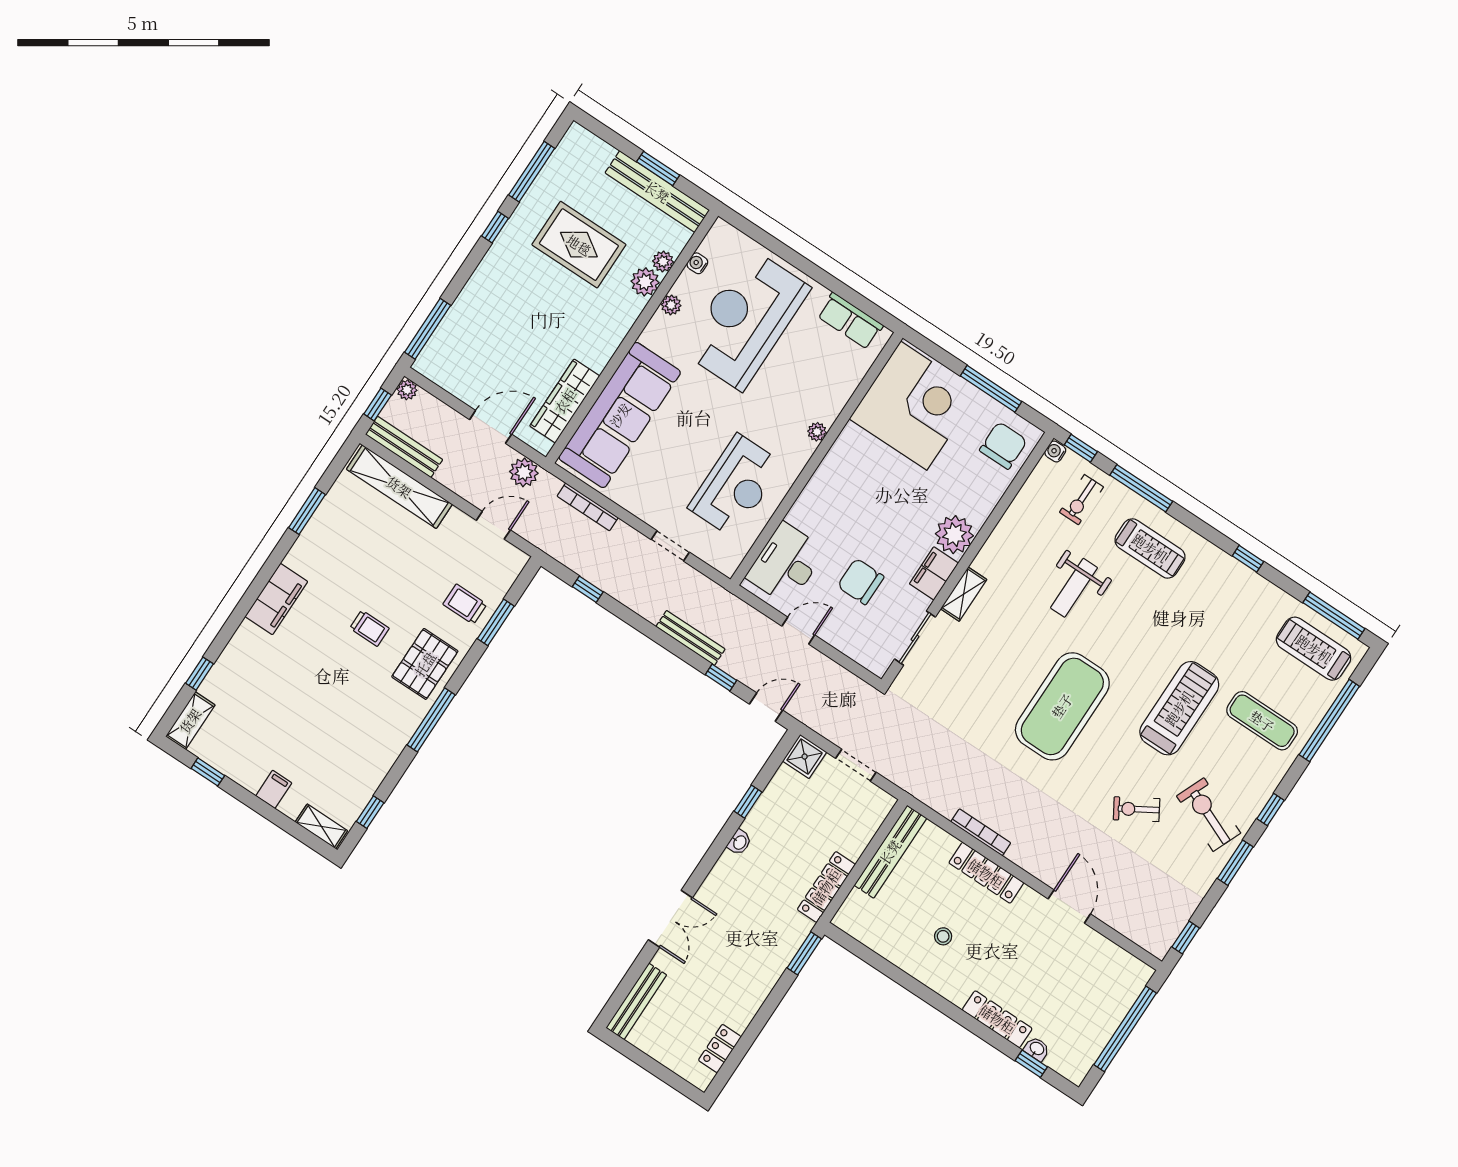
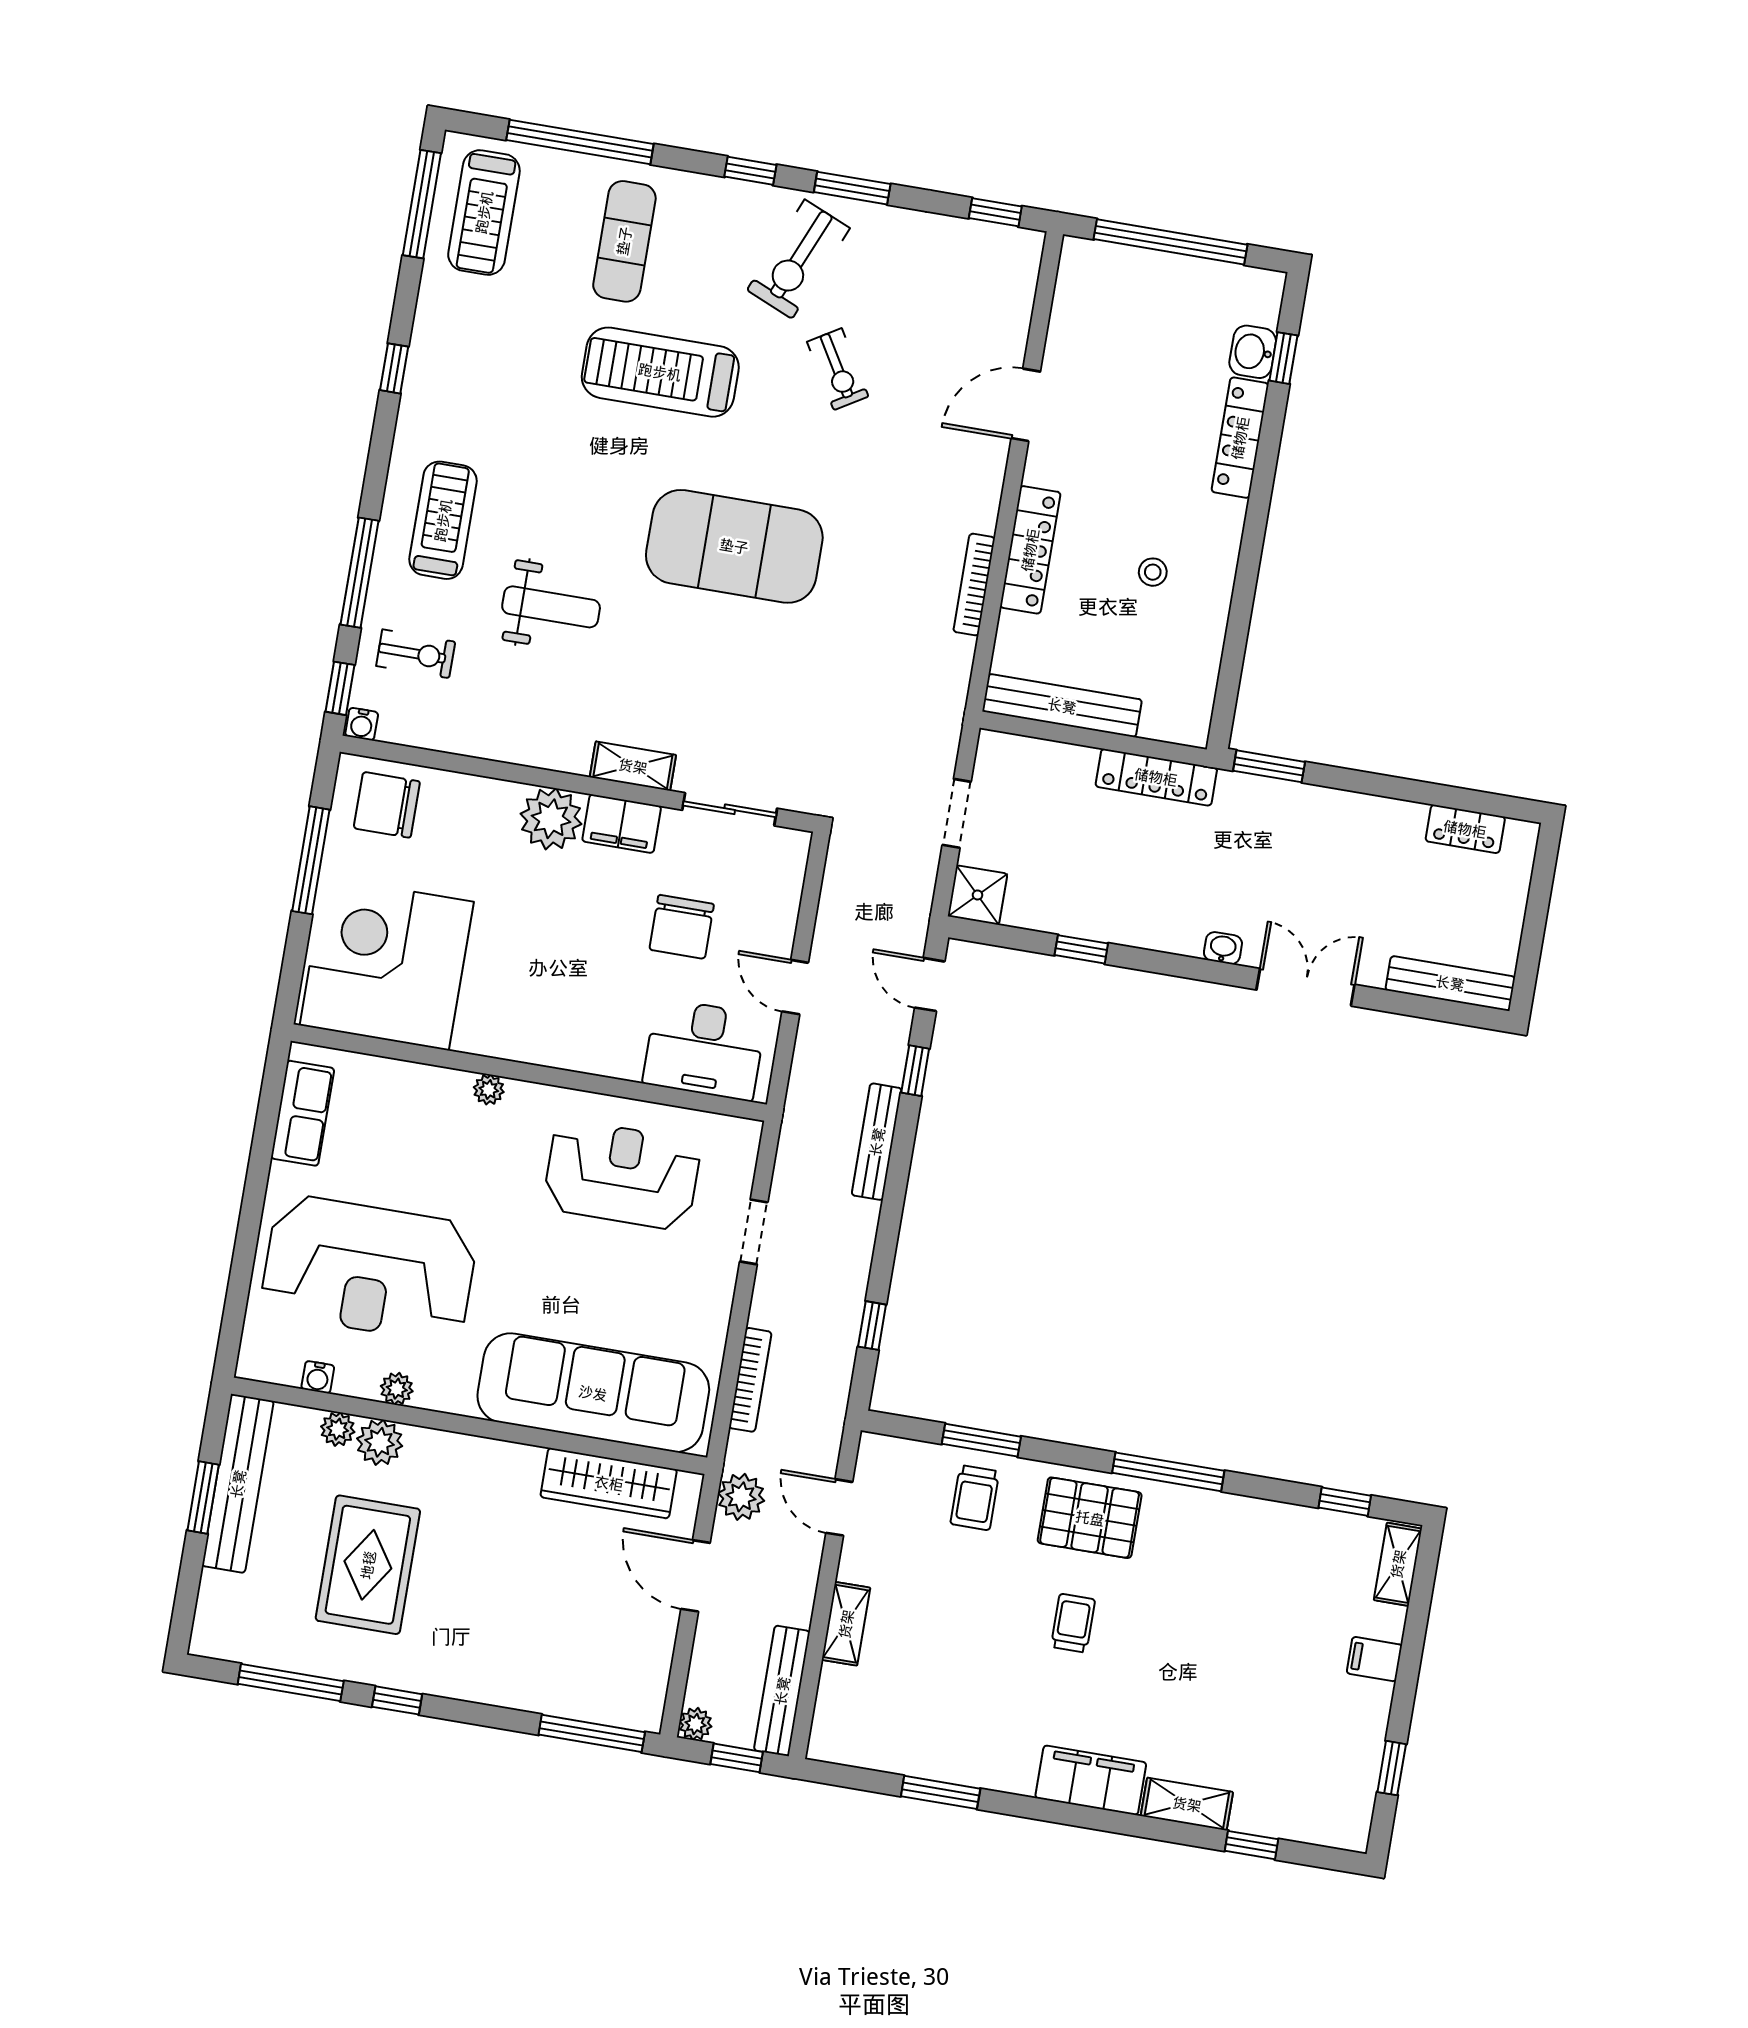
shelving: (399, 487) -> (846, 1624), width x0.45, depth x0.75
shelving: (190, 721) -> (1187, 1804), moved
washbasin: (739, 842) -> (1223, 948), moved
washbasin: (1037, 1049) -> (1253, 352), width x1.38, depth x1.45

